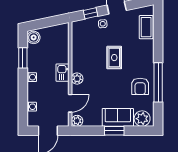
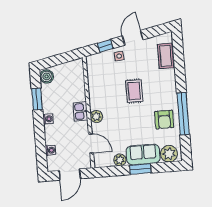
door: (70, 103) -> (91, 143), hinge flipped
plant: (77, 121) -> (120, 160), moved

